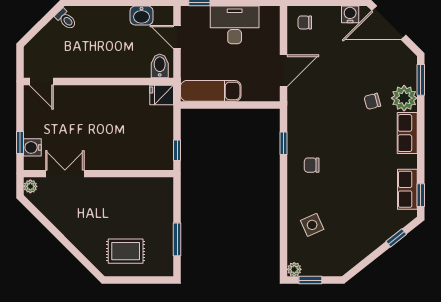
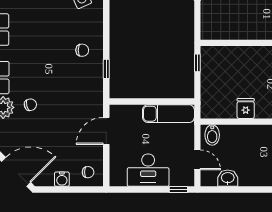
water cooler: (350, 14) -> (62, 179), moved
fridge: (162, 95) -> (246, 108), moved, turned -90

